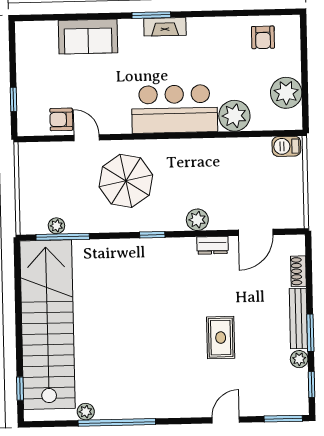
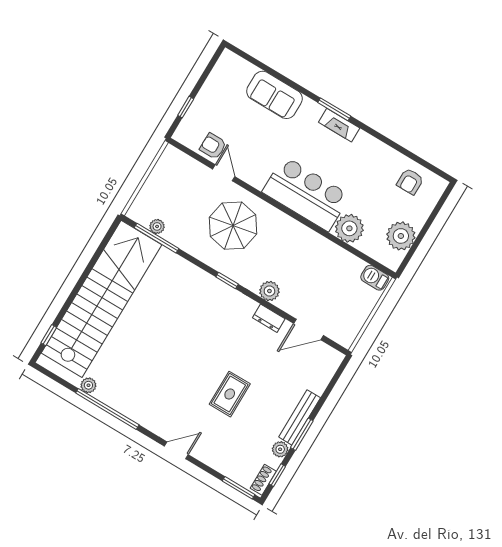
shoe rack: (298, 271) -> (263, 480), moved
door: (226, 420) -> (176, 450), moved

